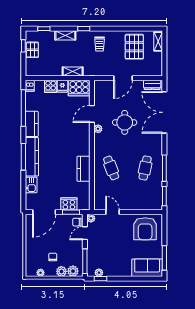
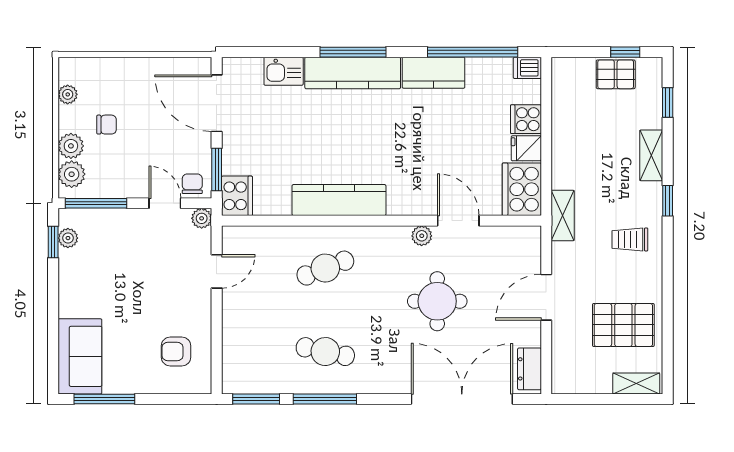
shelving: (73, 71) -> (563, 215), moved
door: (123, 78) -> (546, 297), hinge flipped
kitchen counter: (83, 169) -> (339, 200), width x1.50
cooker: (69, 204) -> (237, 196), moved
armchair: (145, 229) -> (176, 351), width x0.53, depth x0.53

